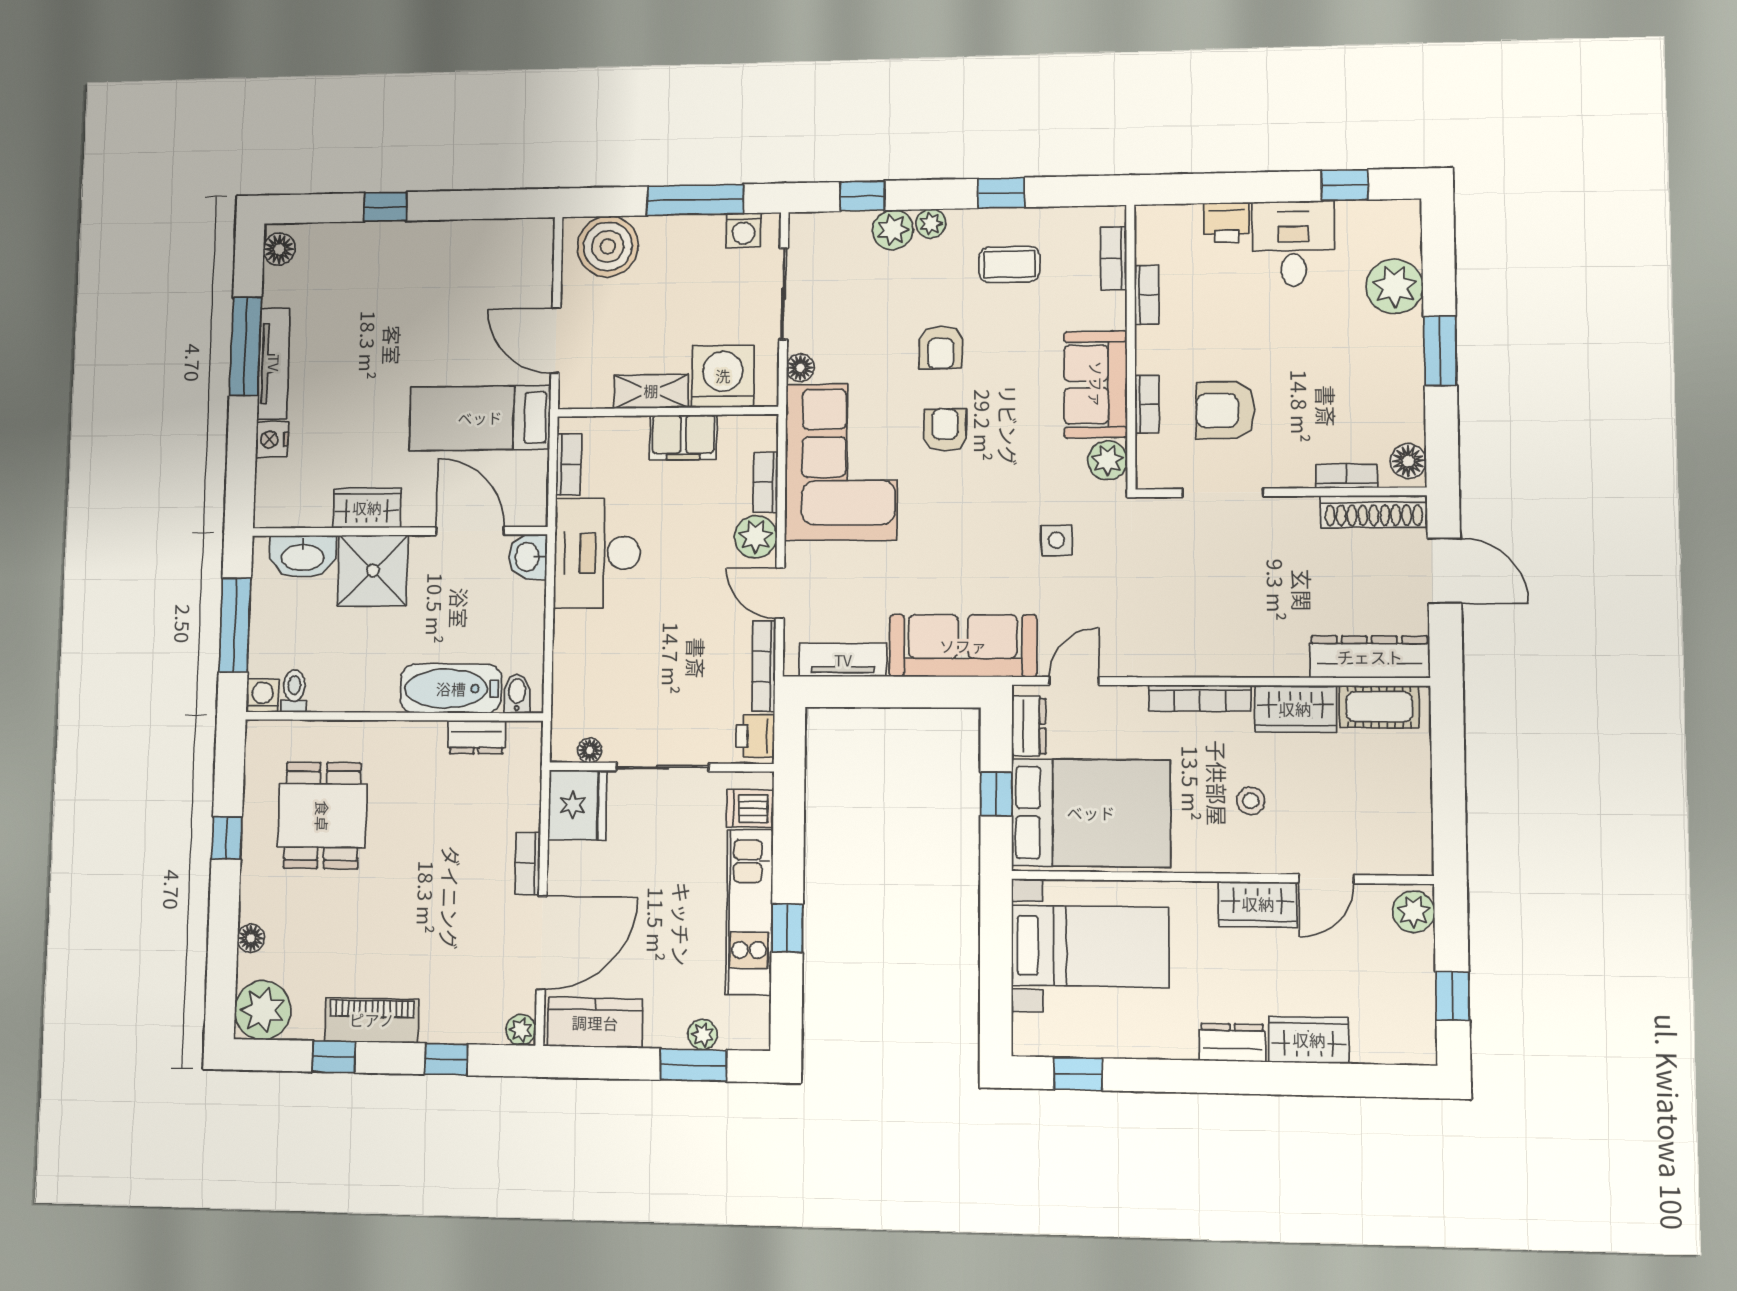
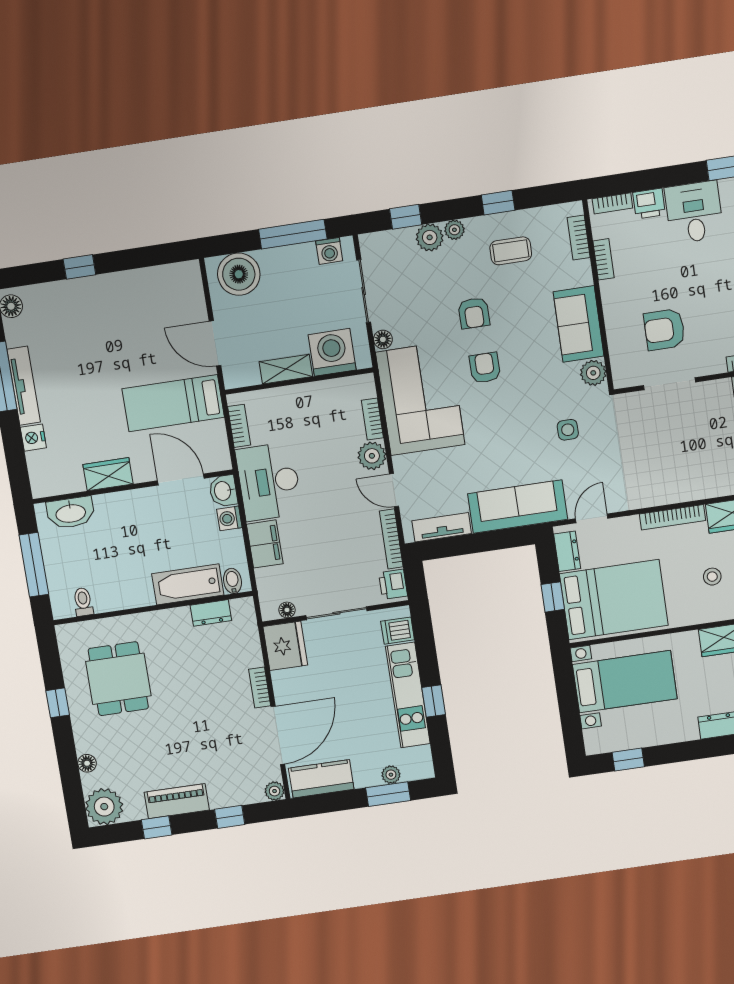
bookcase: (1147, 404) -> (612, 203), moved, turned 90
filing cabinet: (683, 437) -> (265, 544), moved, turned -90
shower: (373, 570) -> (120, 515), removed
washing machine: (262, 695) -> (229, 518), moved, turned -90

